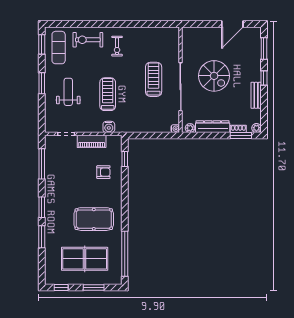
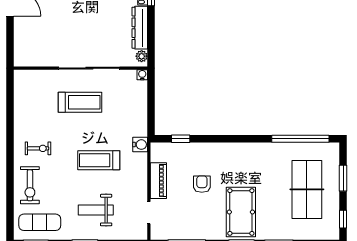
spiral stairs: (214, 76) -> (76, 26), removed
treadmill: (154, 79) -> (80, 102), turned 180
water cooler: (109, 127) -> (140, 145), moved
armchair: (103, 172) -> (202, 184), moved
pool table: (94, 219) -> (241, 212), moved

